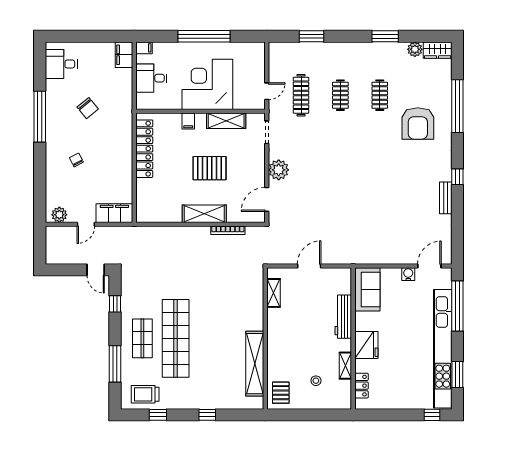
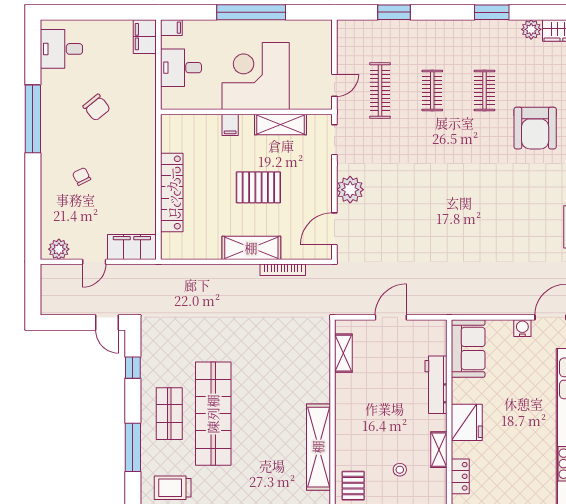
locker: (144, 149) -> (172, 193), moved

